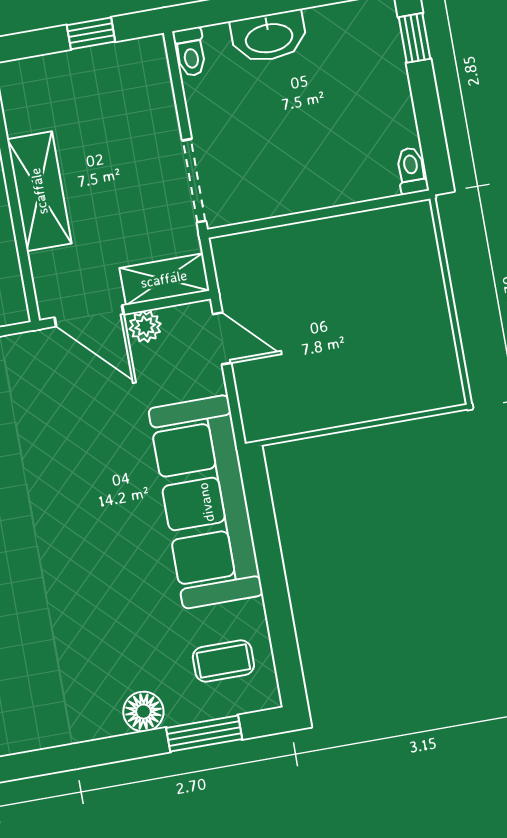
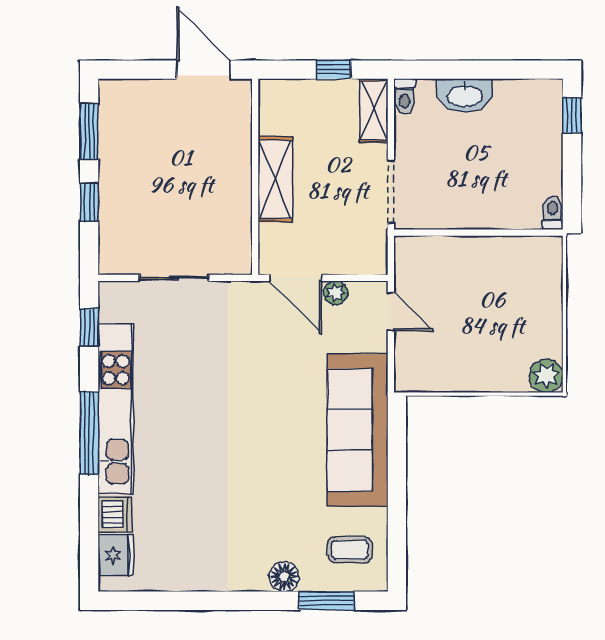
shelving: (164, 279) -> (374, 110), moved, turned 90
plant: (441, 387) -> (546, 376), added

